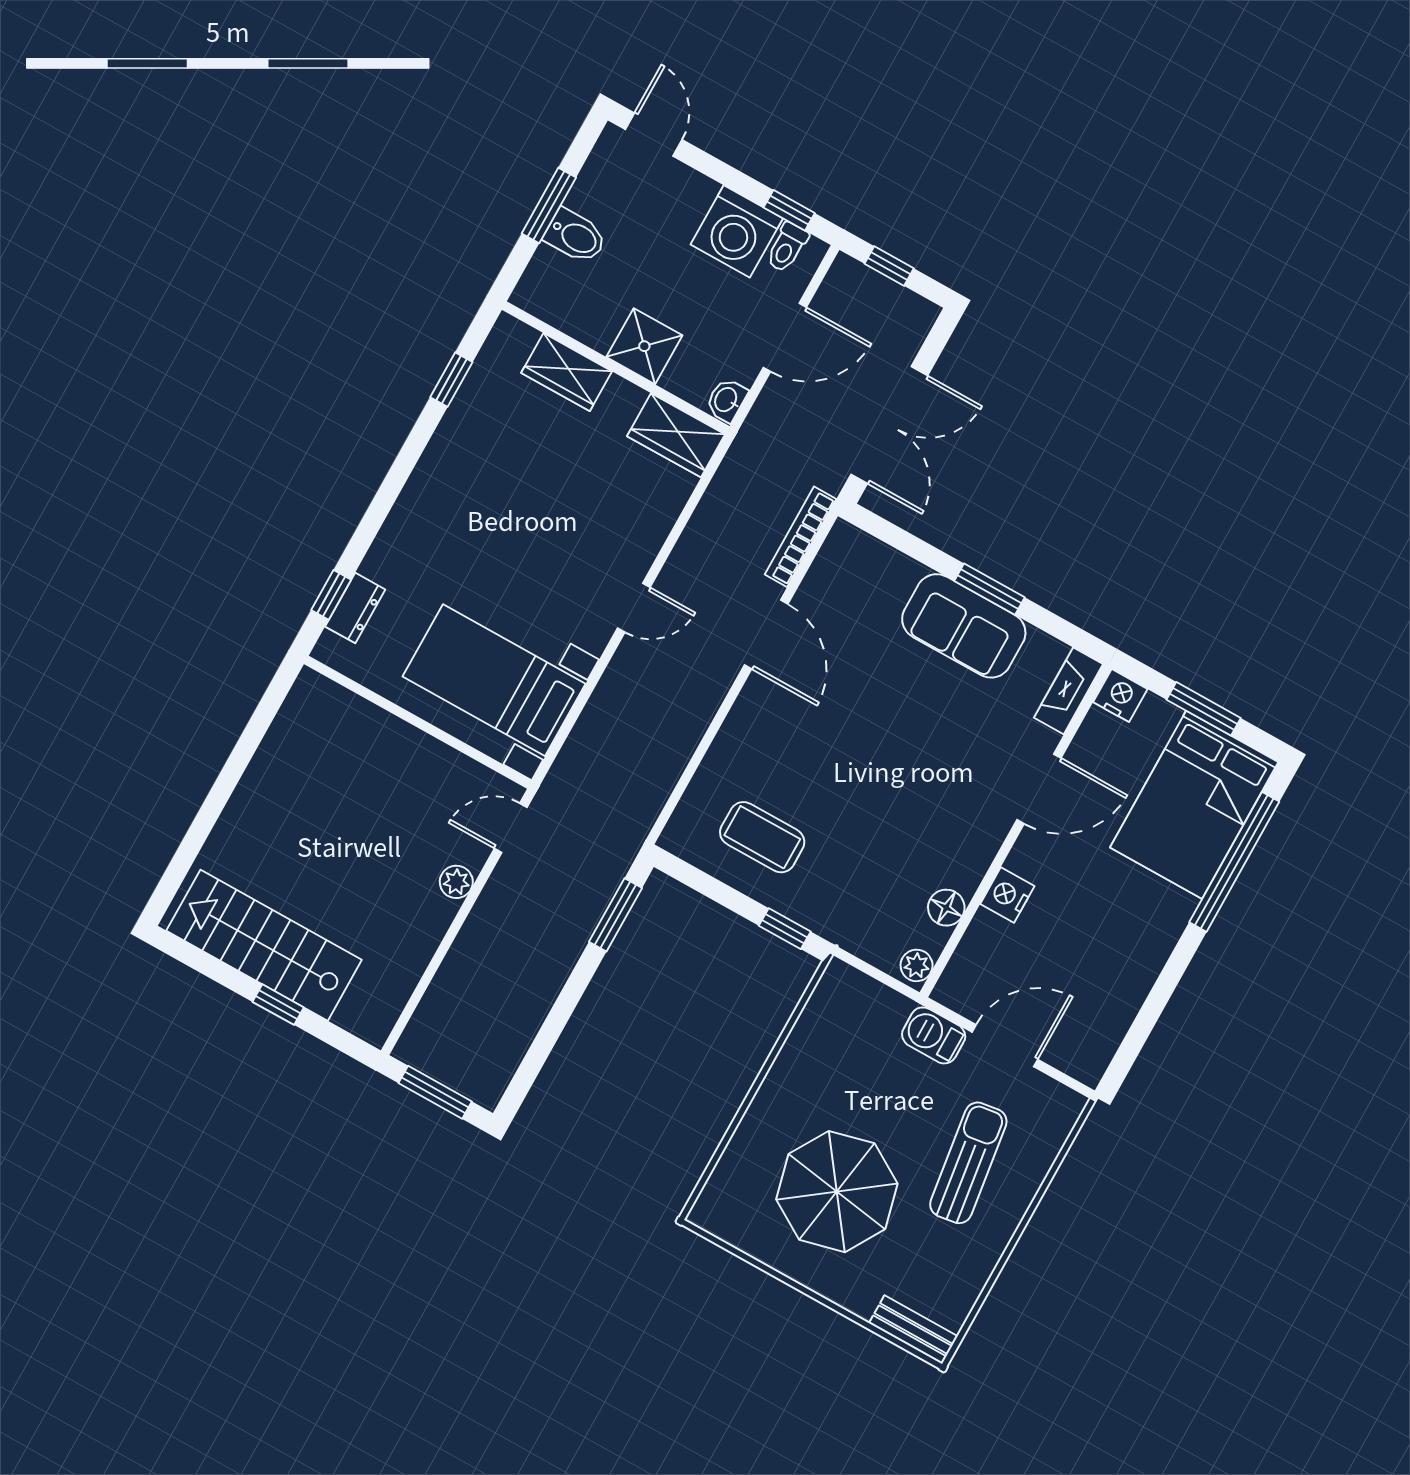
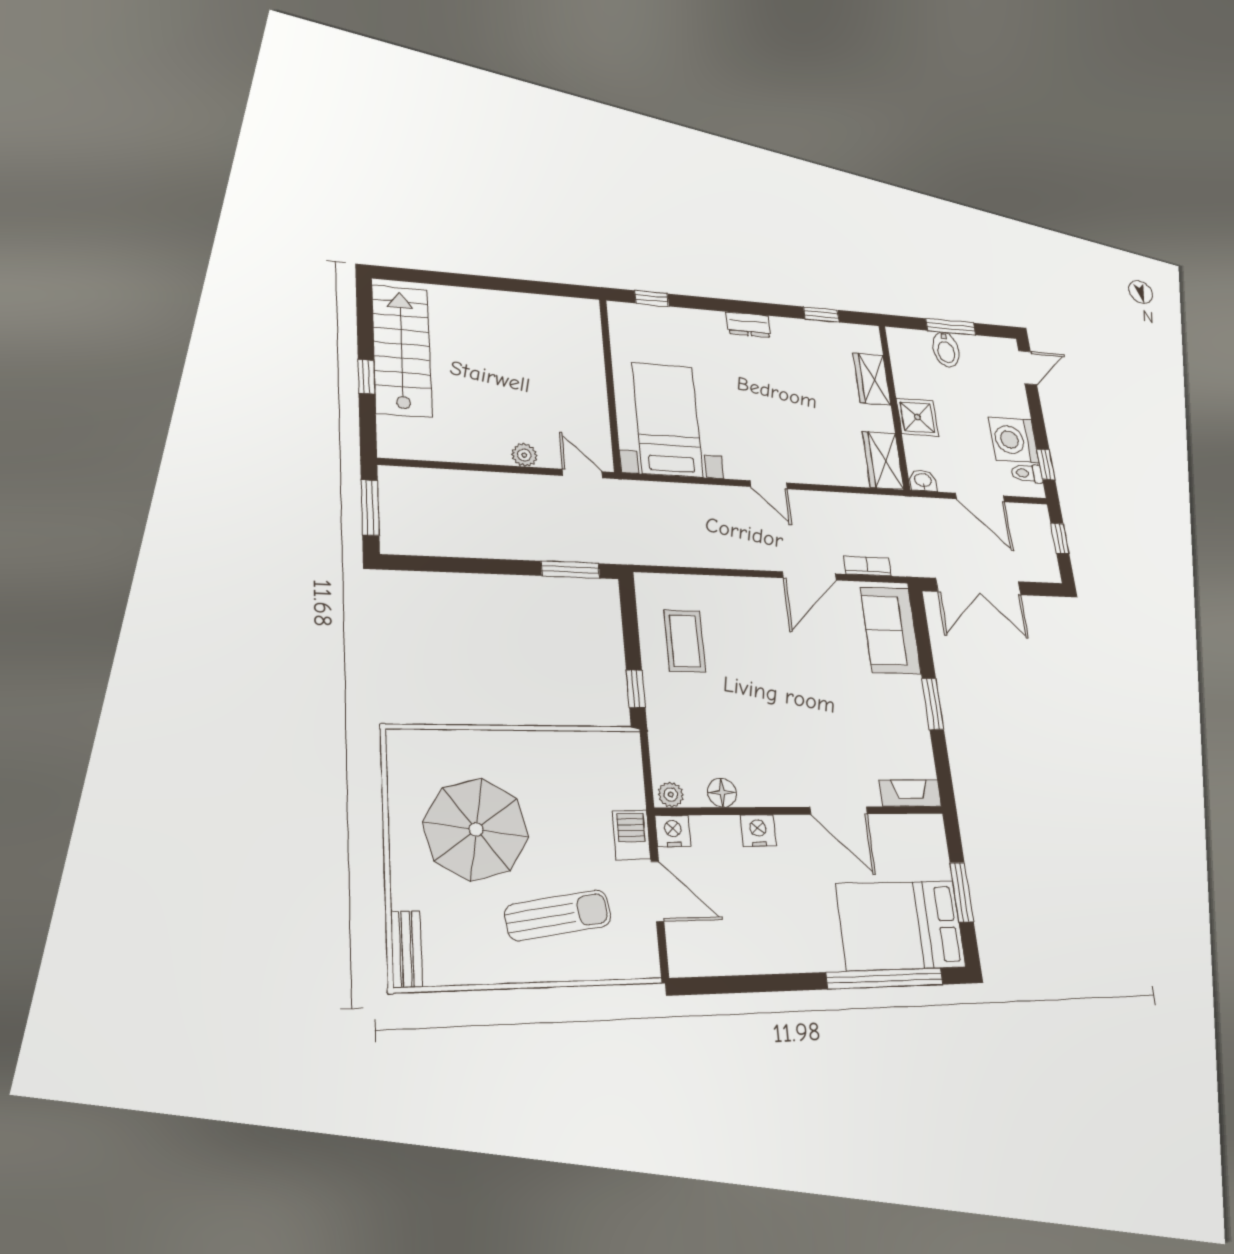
bookcase: (800, 537) -> (867, 566), width x0.64
dresser: (355, 608) -> (748, 325), moved
sofa: (964, 626) -> (890, 630), moved
nightstand: (1120, 696) -> (673, 831), moved, turned -90

